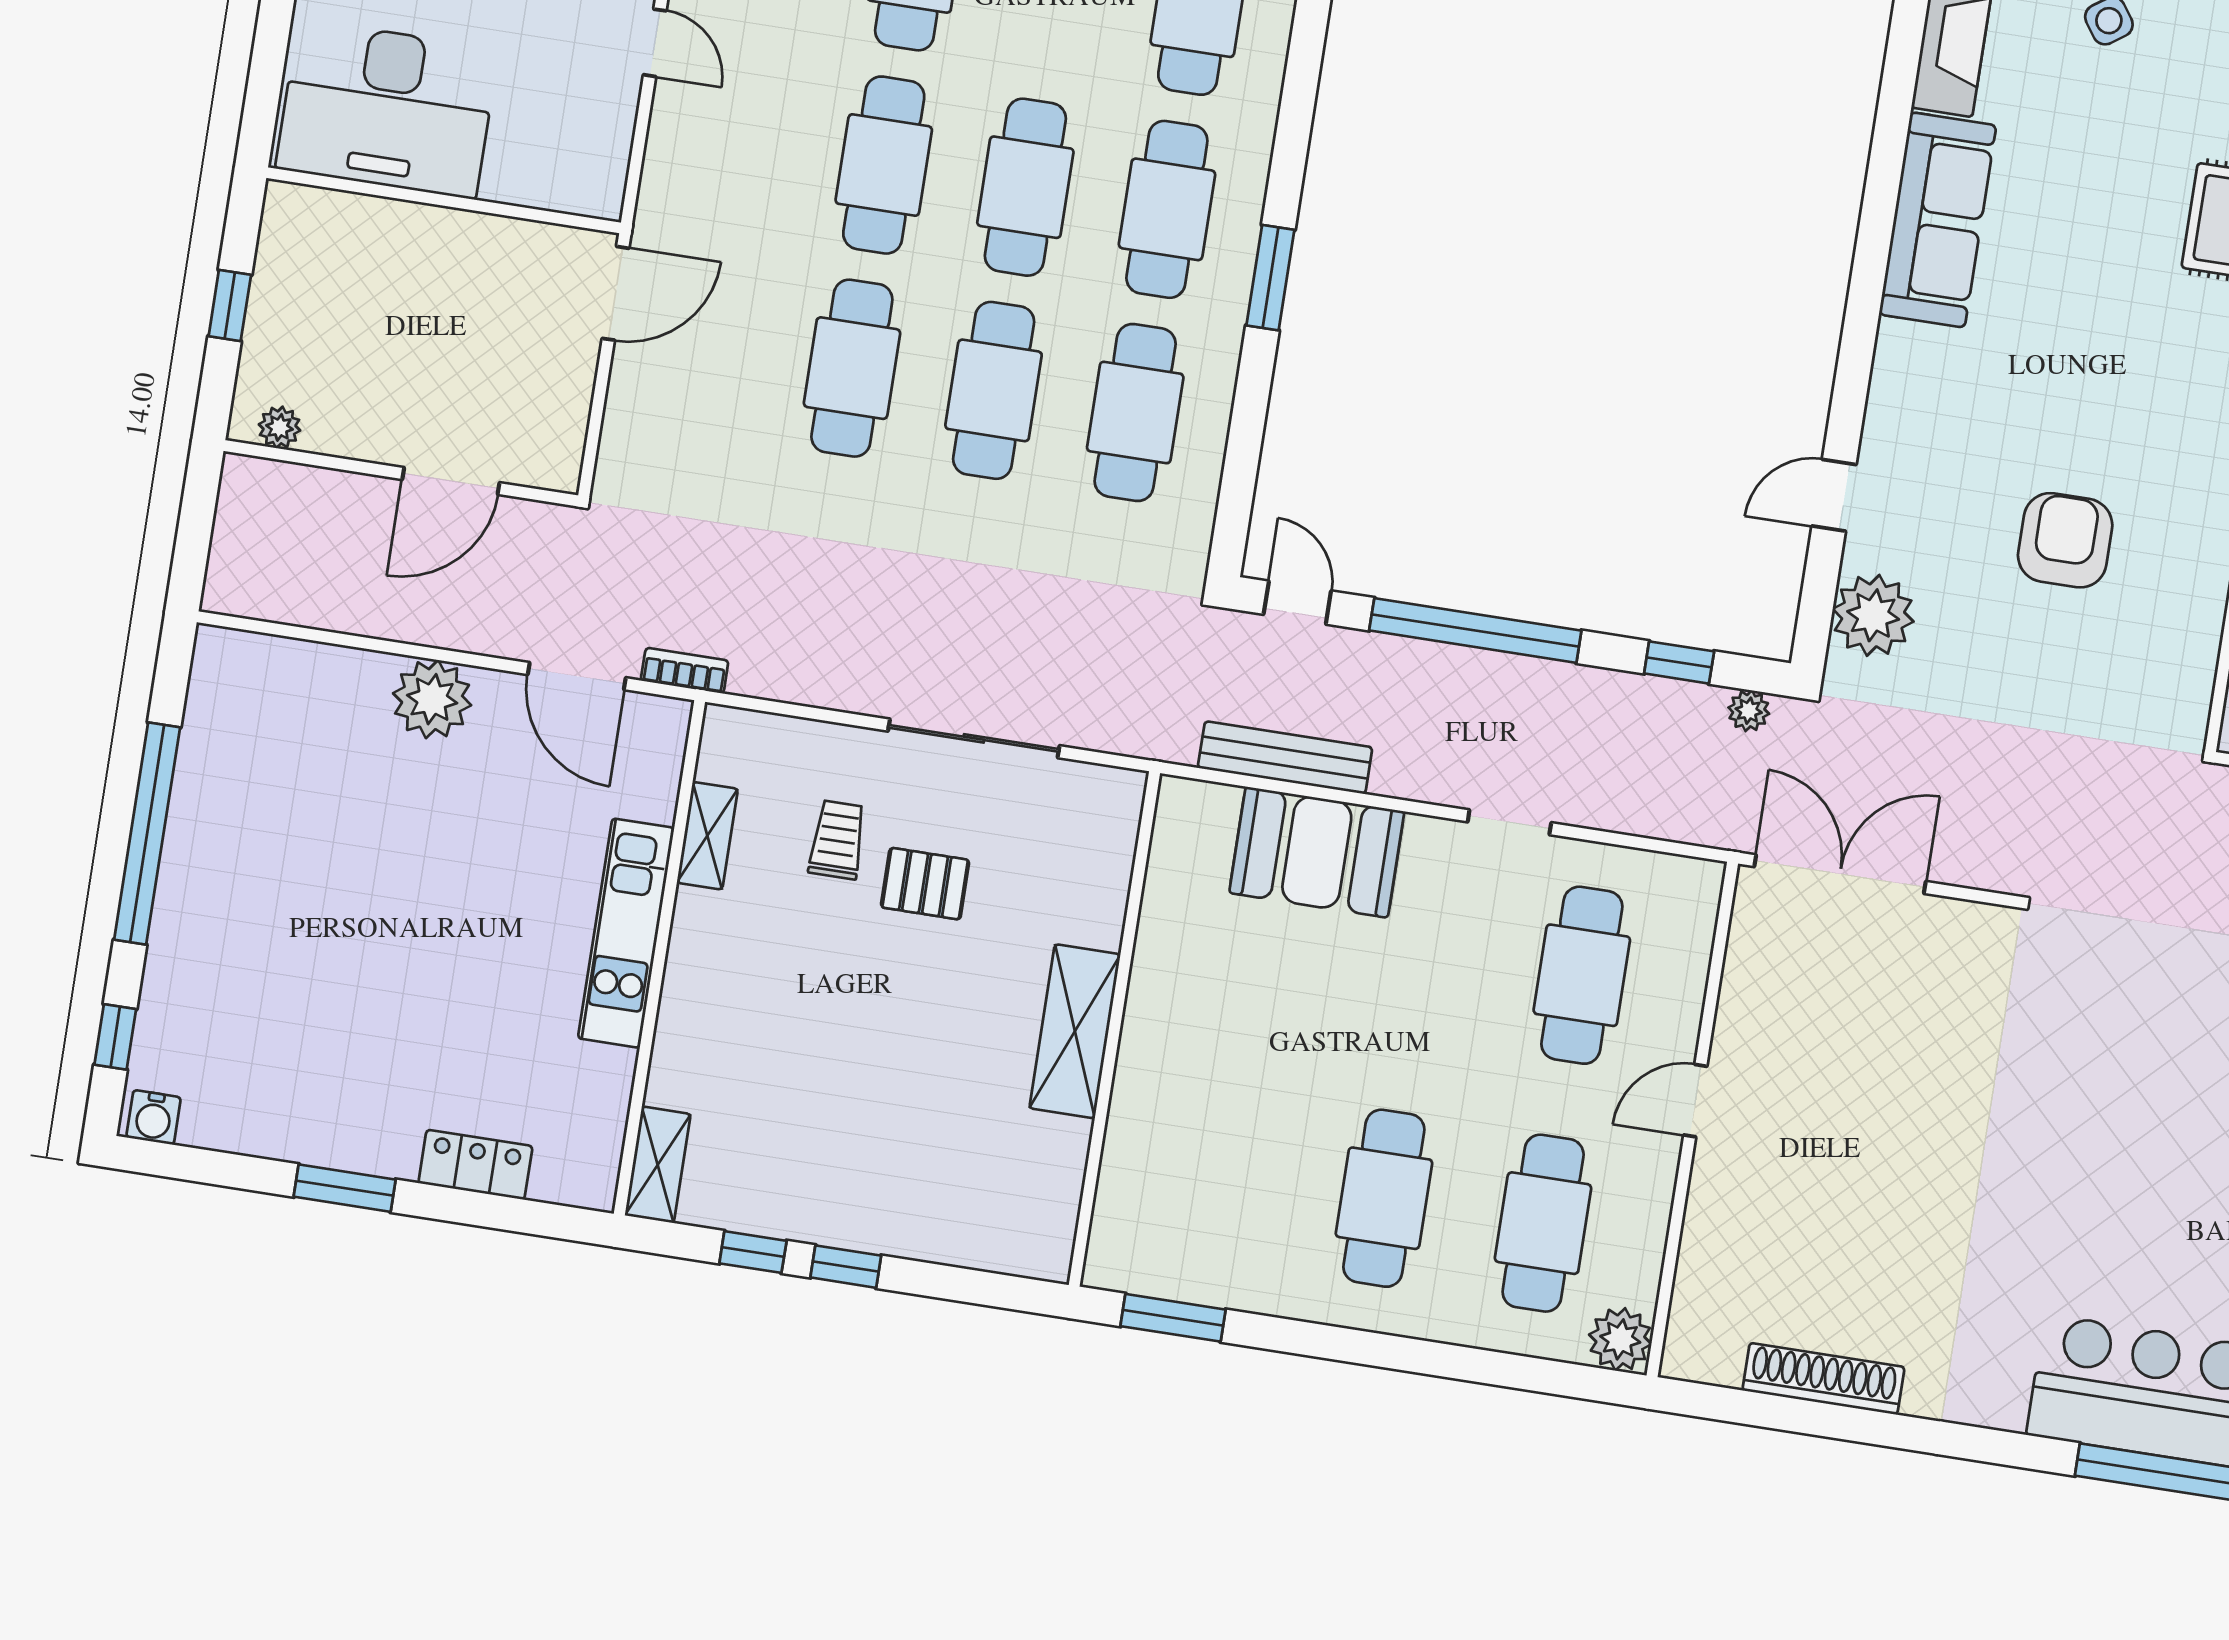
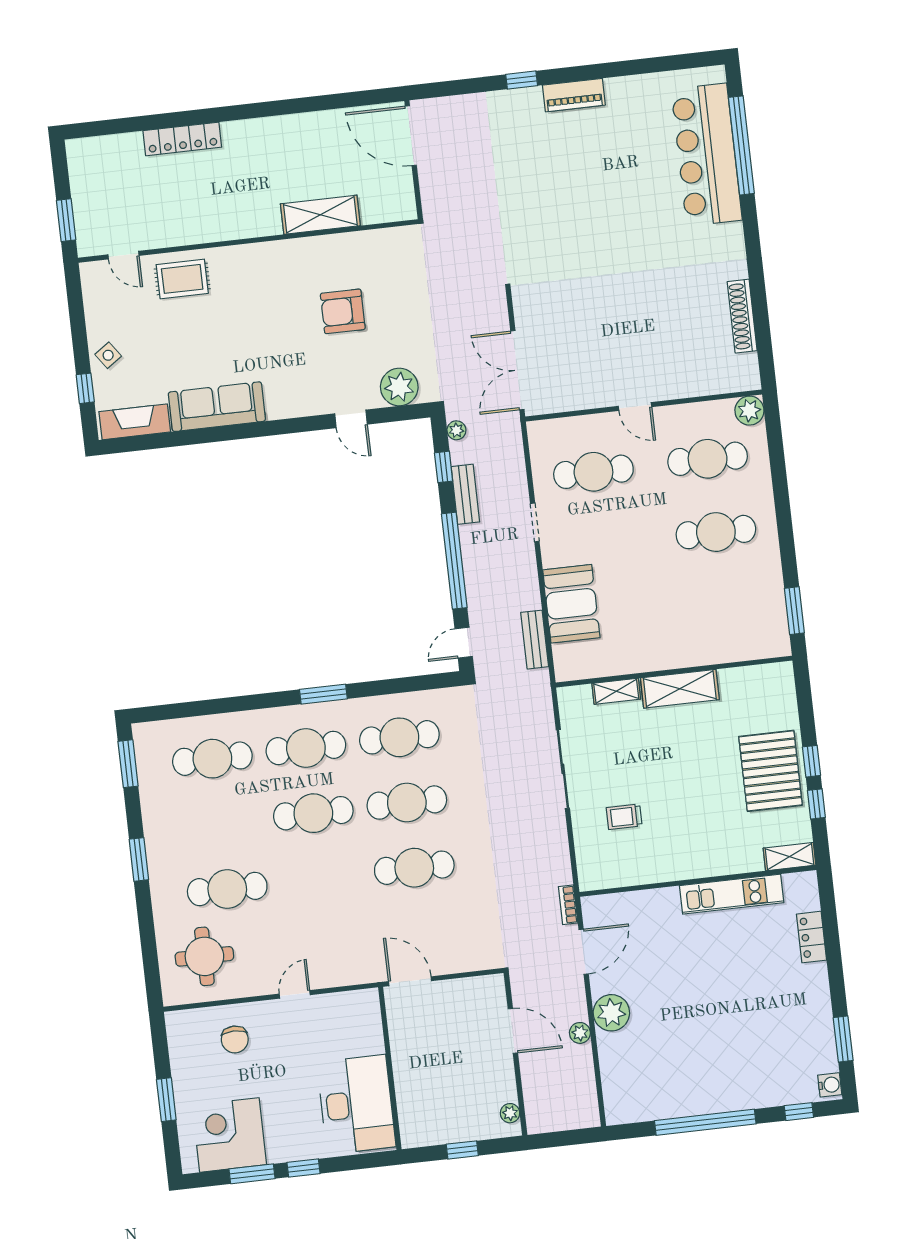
cafe table: (884, 165) -> (321, 878), removed
plant: (408, 621) -> (580, 1033), added
bench: (1609, 692) -> (465, 494), added
bench: (1285, 758) -> (535, 640), width x0.73
shelving: (707, 836) -> (616, 691), moved
pallet: (925, 884) -> (771, 771), moved, width x2.05, depth x2.00
kitchen unit: (626, 933) -> (732, 894), moved
window: (345, 1188) -> (843, 1039), moved

